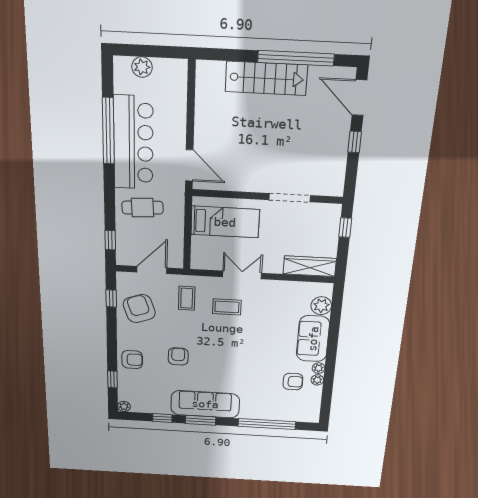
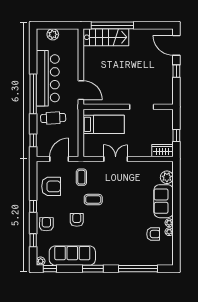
window: (296, 58) -> (112, 25), moved
stairs: (266, 78) -> (106, 37), moved
window: (108, 131) -> (33, 94), moved
window: (345, 228) -> (176, 136), moved
wardrobe: (310, 266) -> (163, 151), width x0.67
window: (111, 298) -> (33, 206), moved
coffee table: (227, 307) -> (93, 200), moved
armchair: (139, 309) -> (51, 186), turned 109
armchair: (132, 360) -> (46, 224), turned -89
sofa: (205, 404) -> (72, 256), moved
window: (162, 418) -> (50, 269), moved

